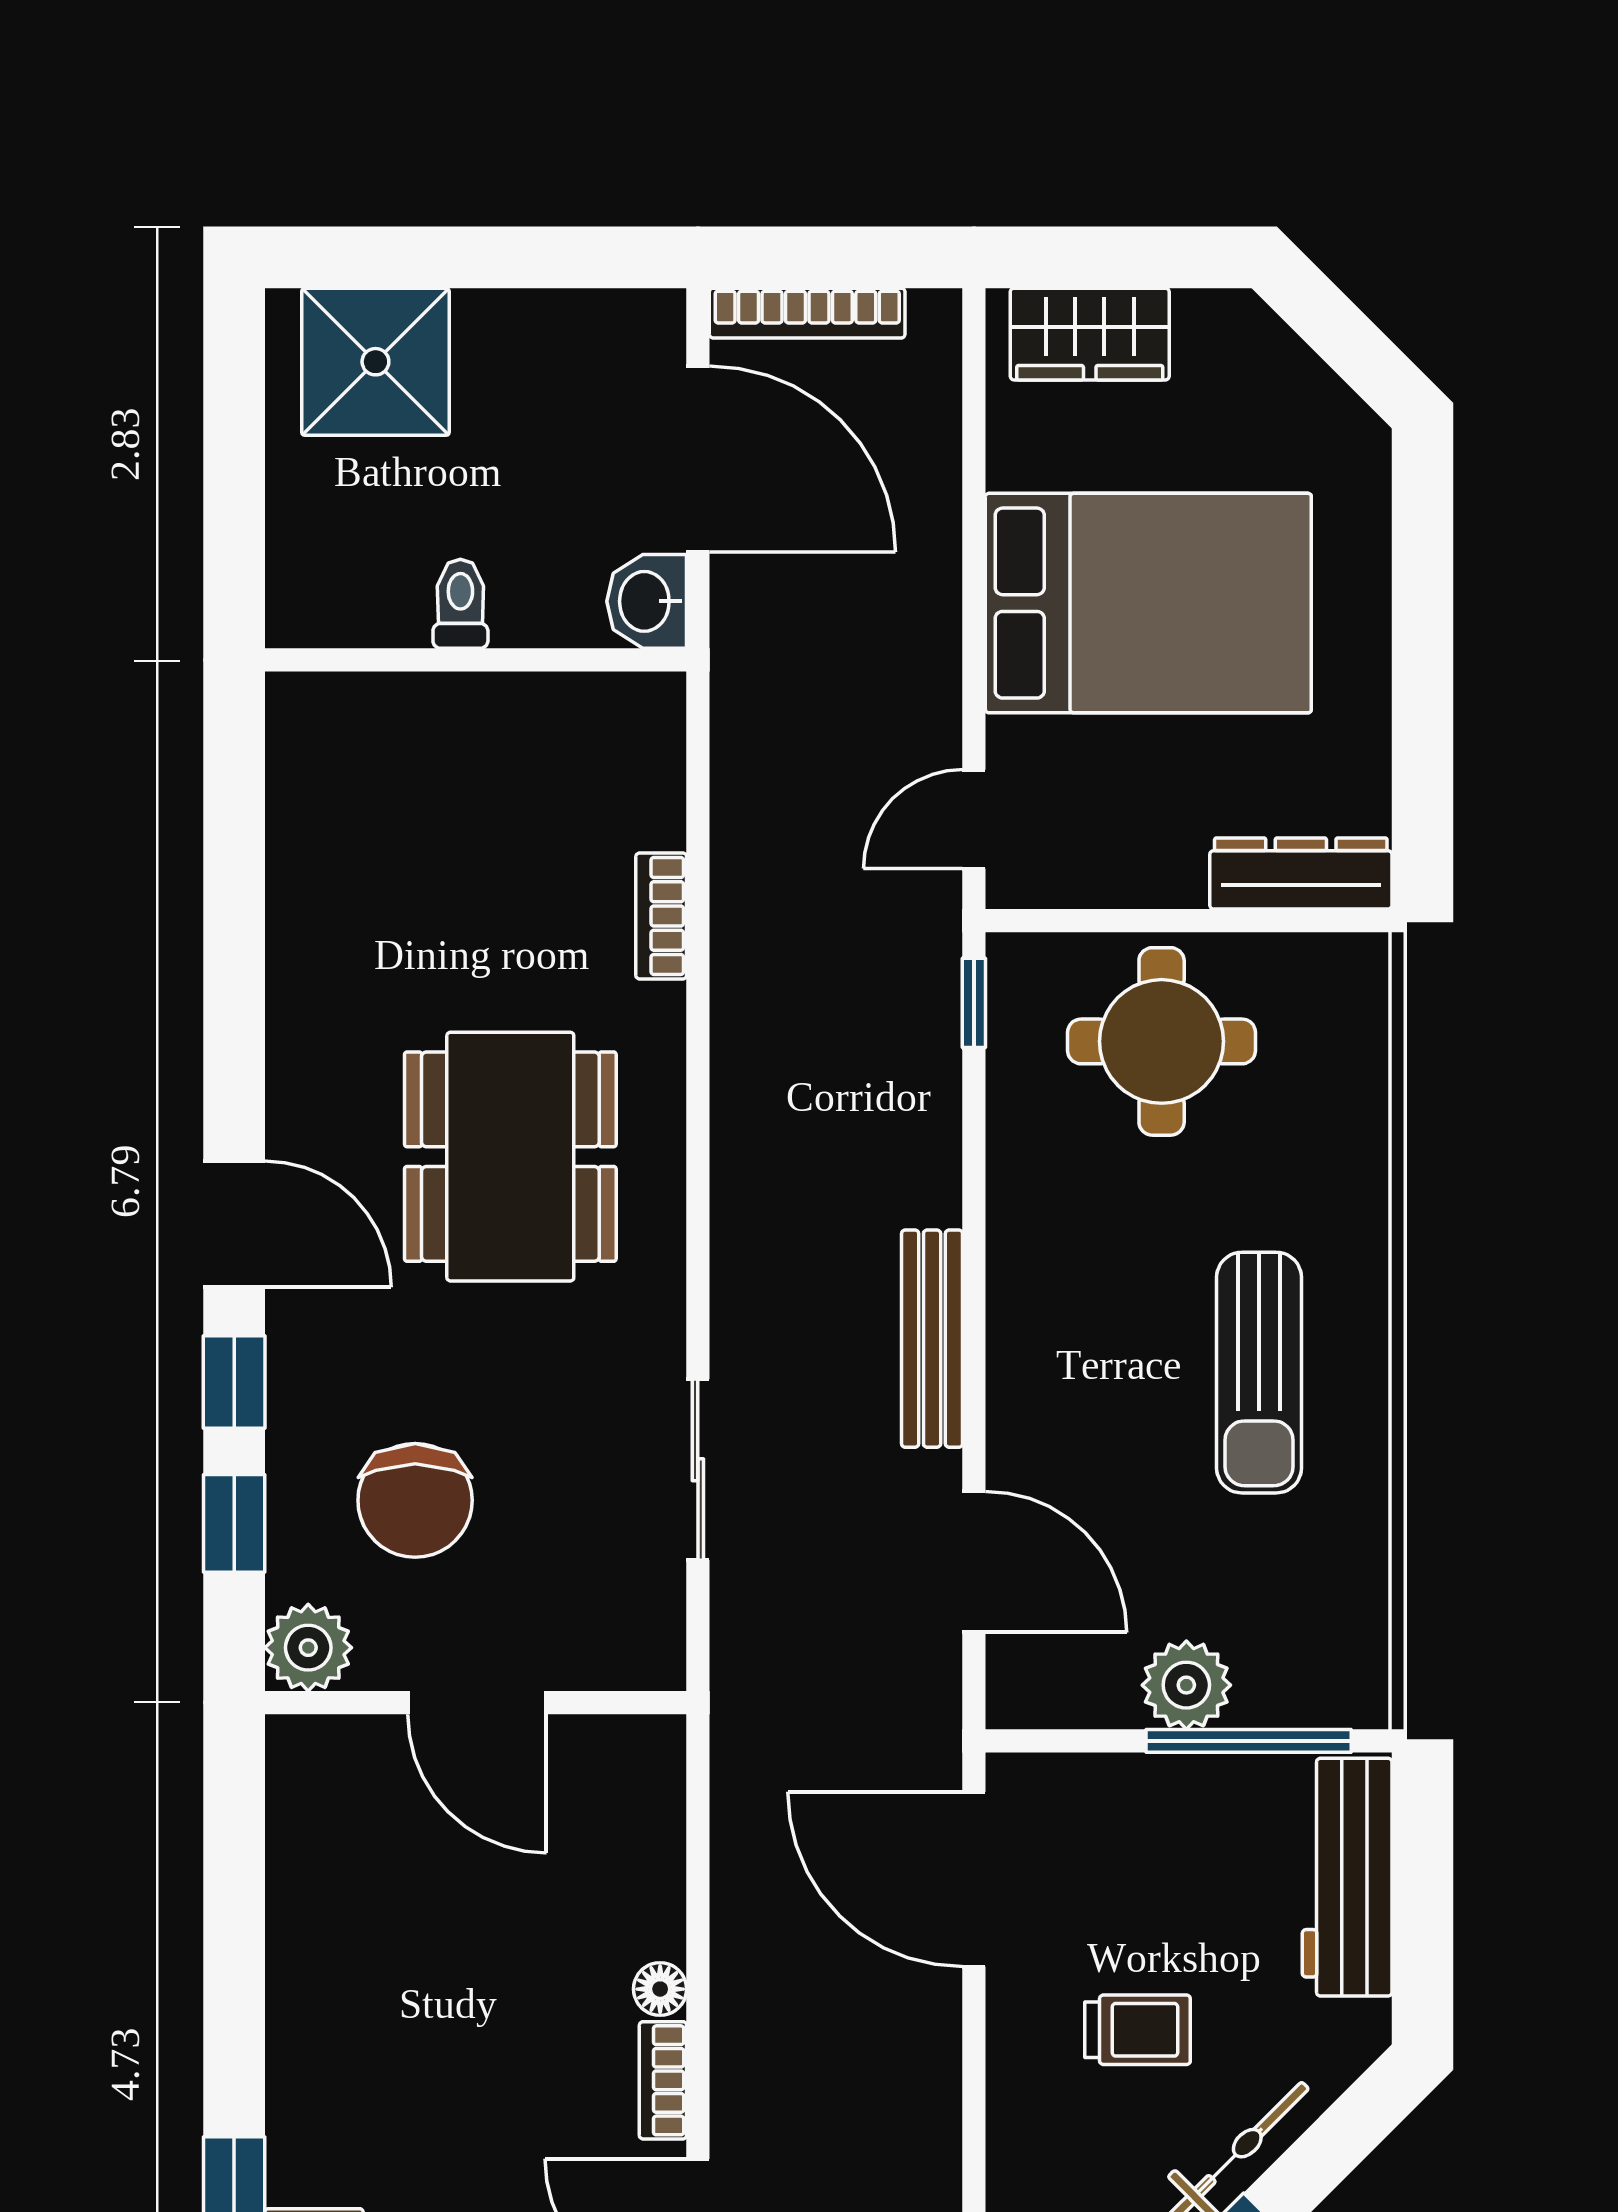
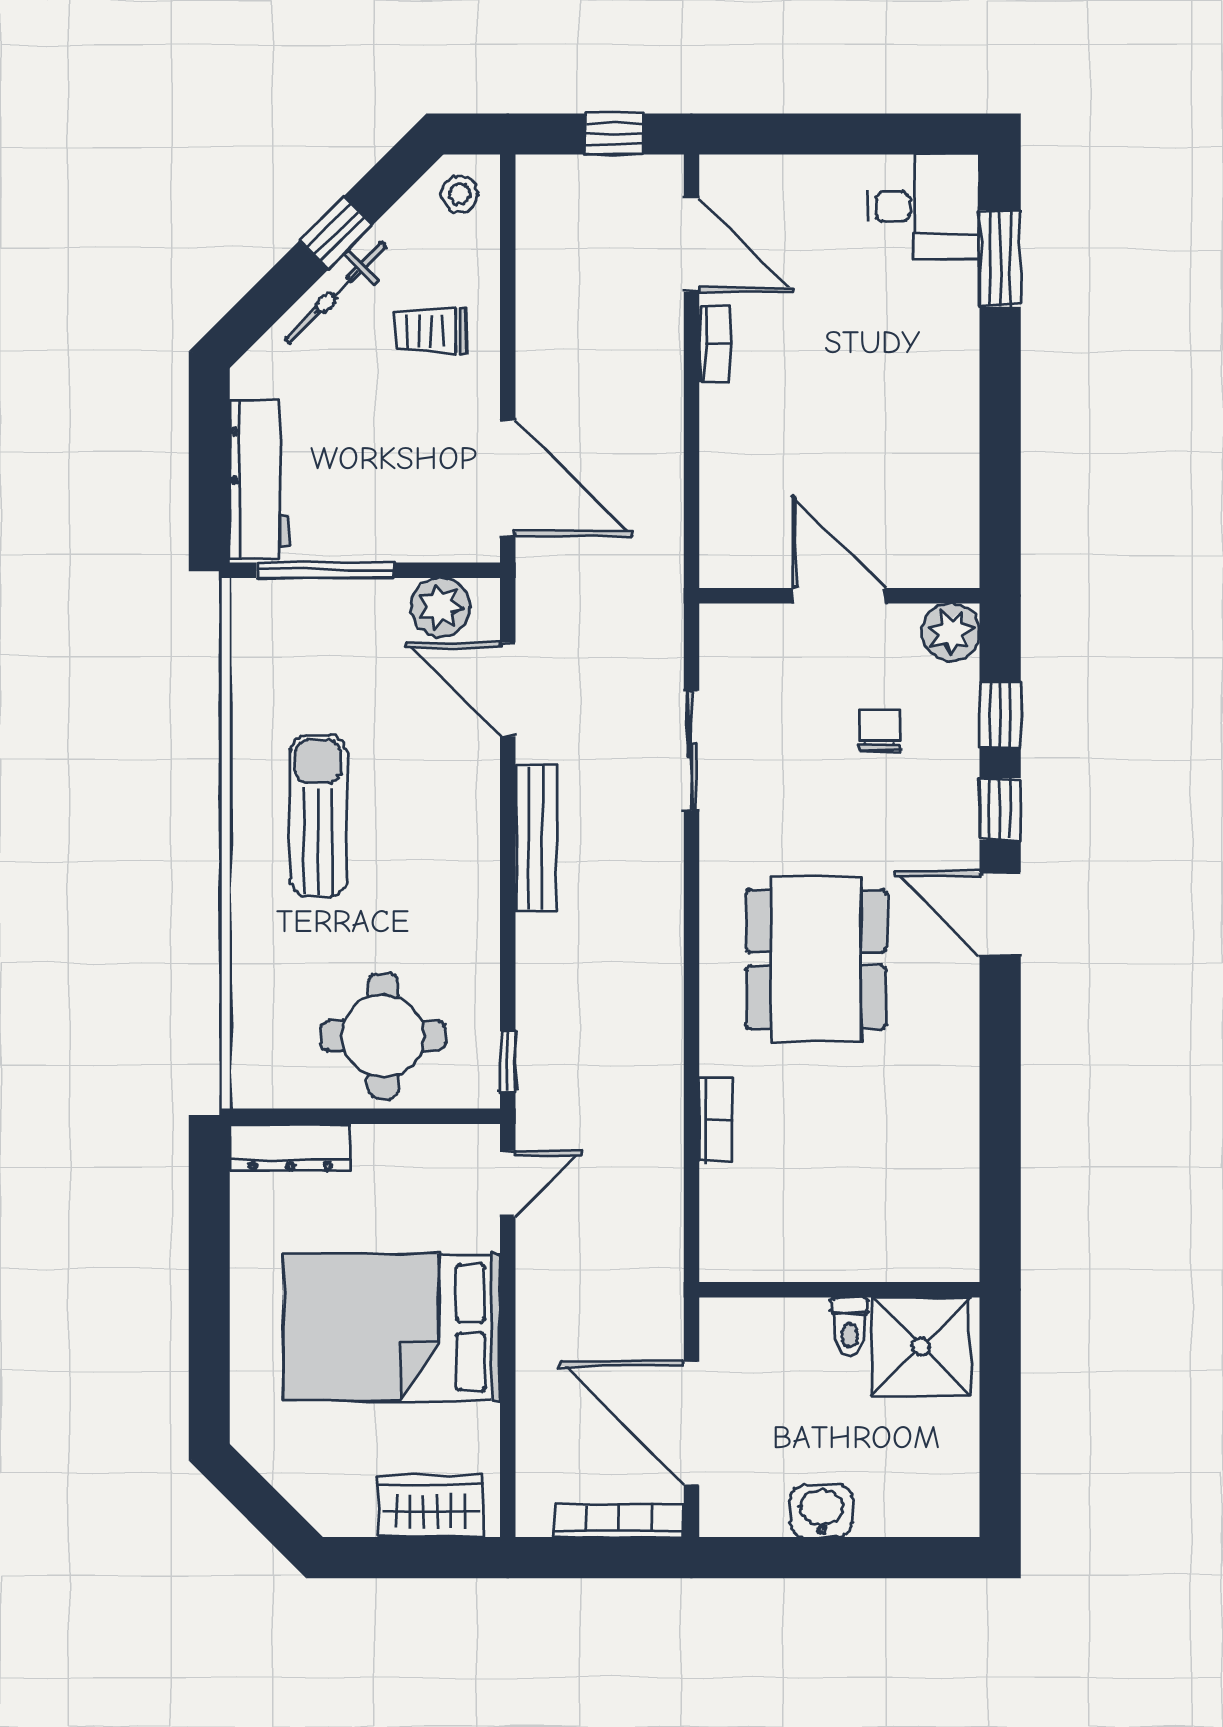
shower: (375, 362) -> (921, 1346), moved
washbasin: (647, 601) -> (822, 1511), moved, turned -90
chair: (415, 1500) -> (880, 730), width x0.54, depth x0.54
plant: (1186, 1685) -> (440, 607), moved
floor lamp: (660, 1989) -> (717, 405), removed
trolley: (1138, 2030) -> (431, 331), moved

